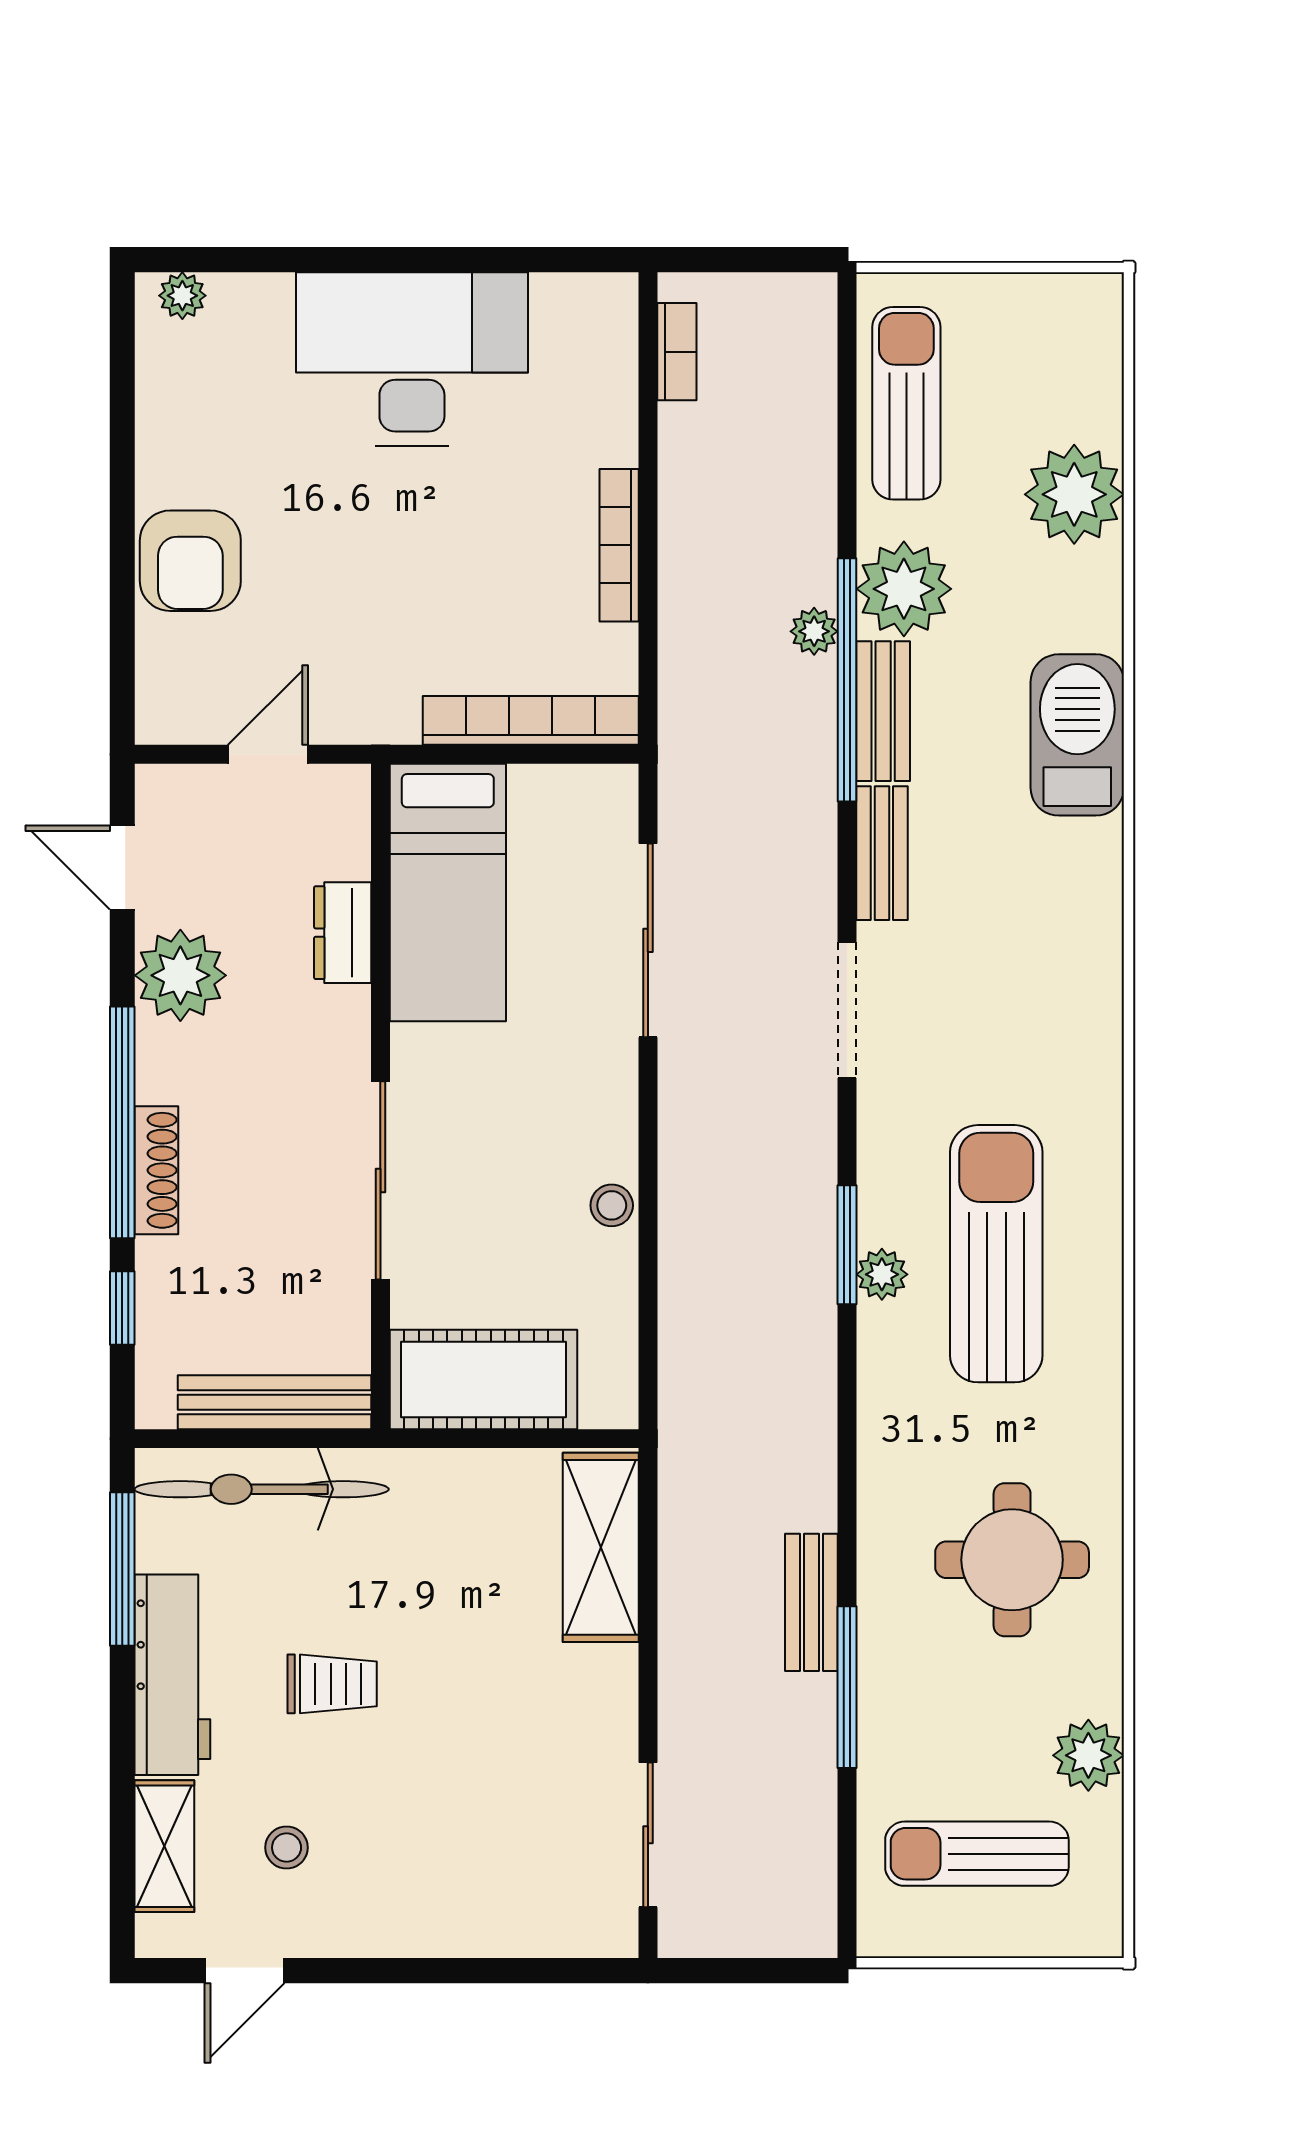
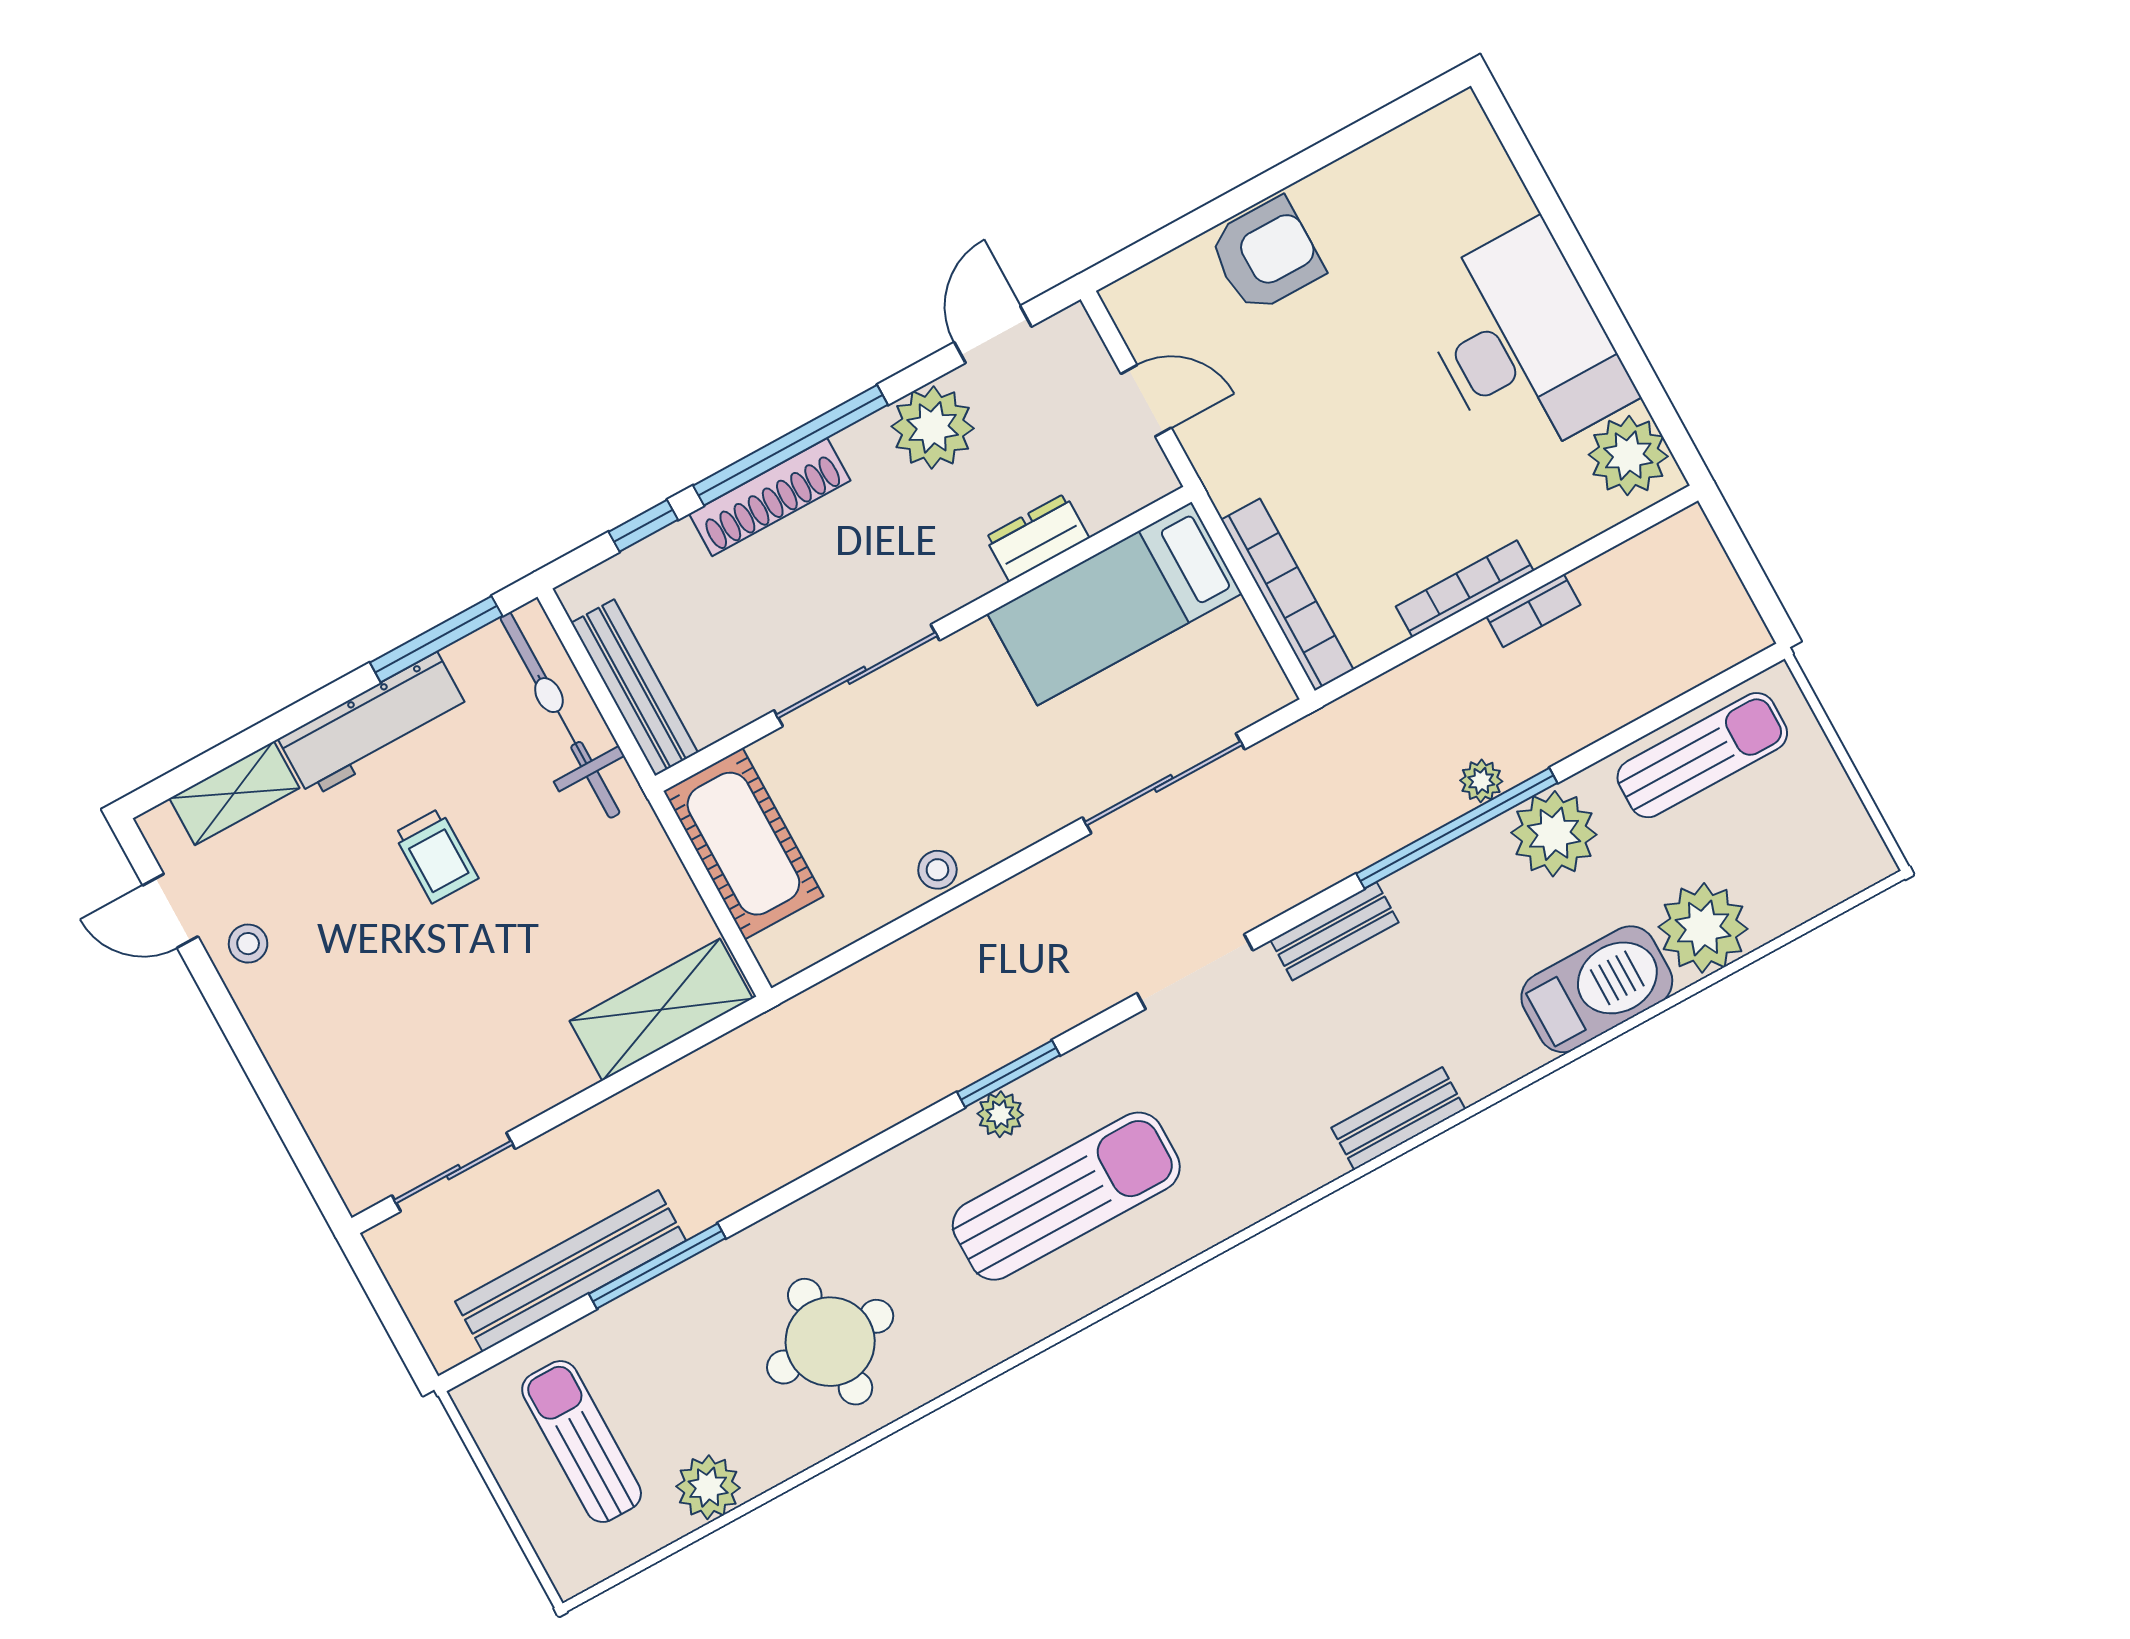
plant: (182, 296) -> (1628, 455), moved, width x1.88, depth x1.88
bookcase: (677, 352) -> (1533, 611), moved
armchair: (190, 561) -> (1266, 255), turned 180
bench: (883, 711) -> (1398, 1118), moved
barbecue: (1077, 735) -> (1597, 989), moved
shoe rack: (156, 1170) -> (770, 497), width x1.36, depth x1.24
bench: (811, 1602) -> (571, 1271), moved, width x1.86, depth x1.21
stool: (287, 1848) -> (248, 944), moved

